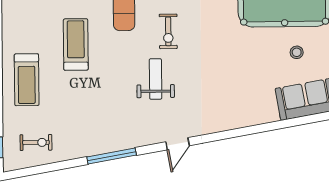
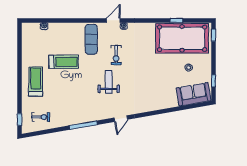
treadmill: (76, 44) -> (64, 62), turned 90
treadmill: (27, 80) -> (36, 82), turned 180

